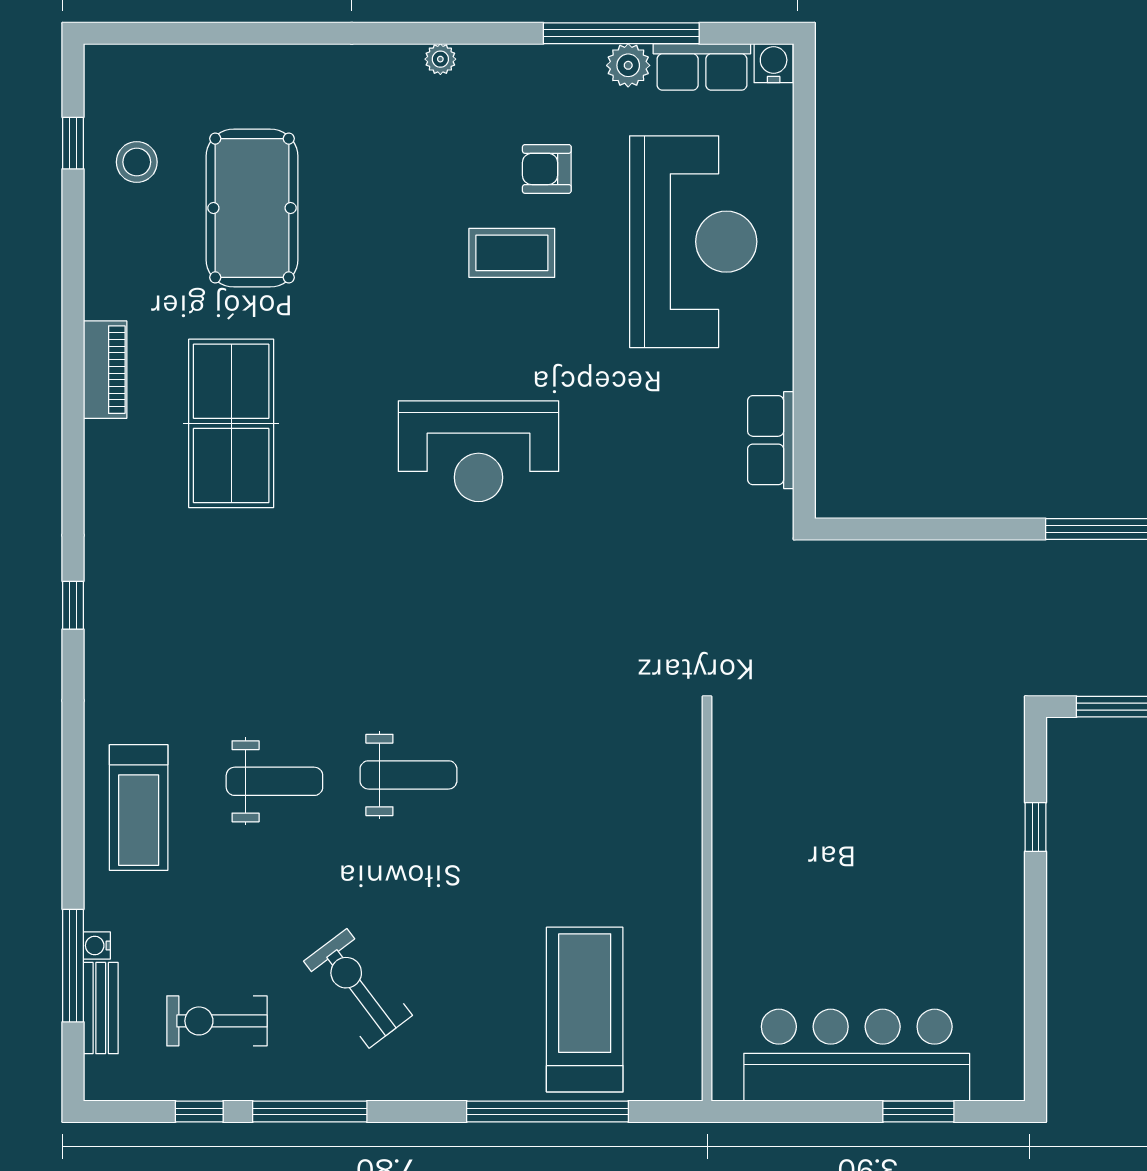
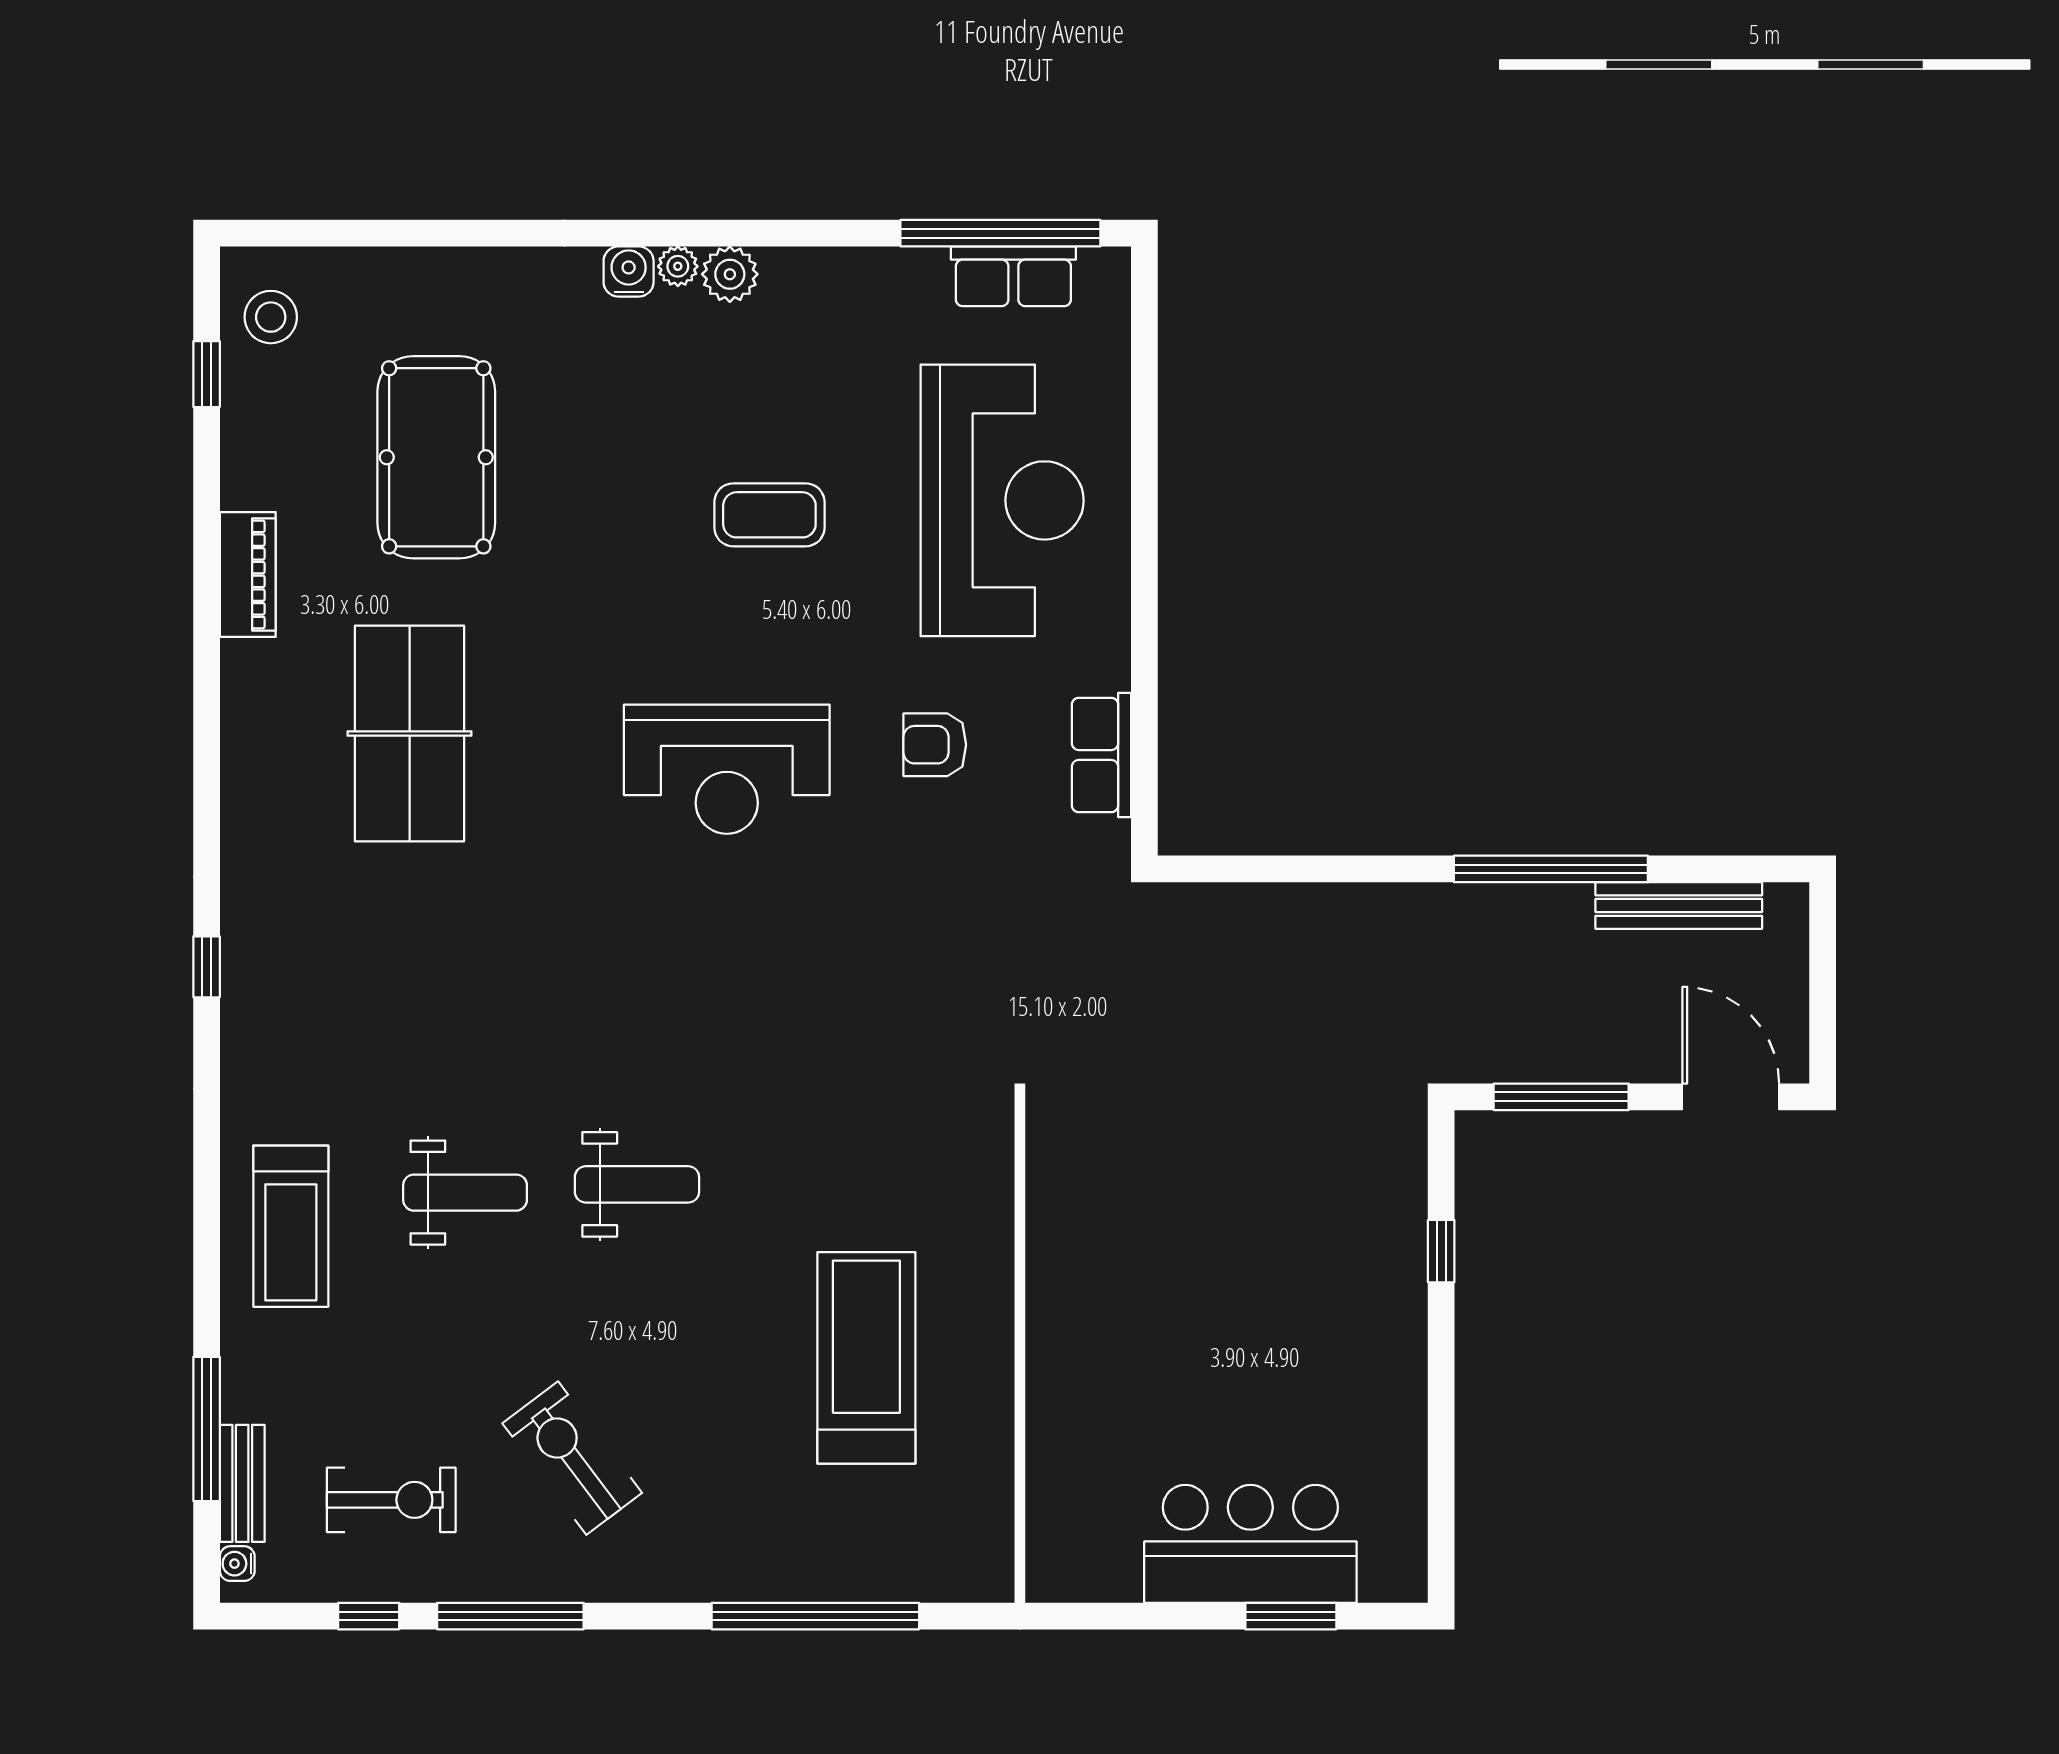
window: (621, 33) -> (1000, 233), moved
water cooler: (774, 63) -> (629, 271), moved
plant: (628, 65) -> (730, 274), moved
stool: (137, 162) -> (271, 317), moved
armchair: (547, 169) -> (935, 745), moved
piano: (105, 370) -> (248, 574), moved
water cooler: (97, 946) -> (237, 1564), moved
treadmill: (585, 1010) -> (866, 1358), moved
exercise bike: (217, 1021) -> (391, 1500), turned 180
bar counter: (857, 1055) -> (1250, 1544), width x0.73

